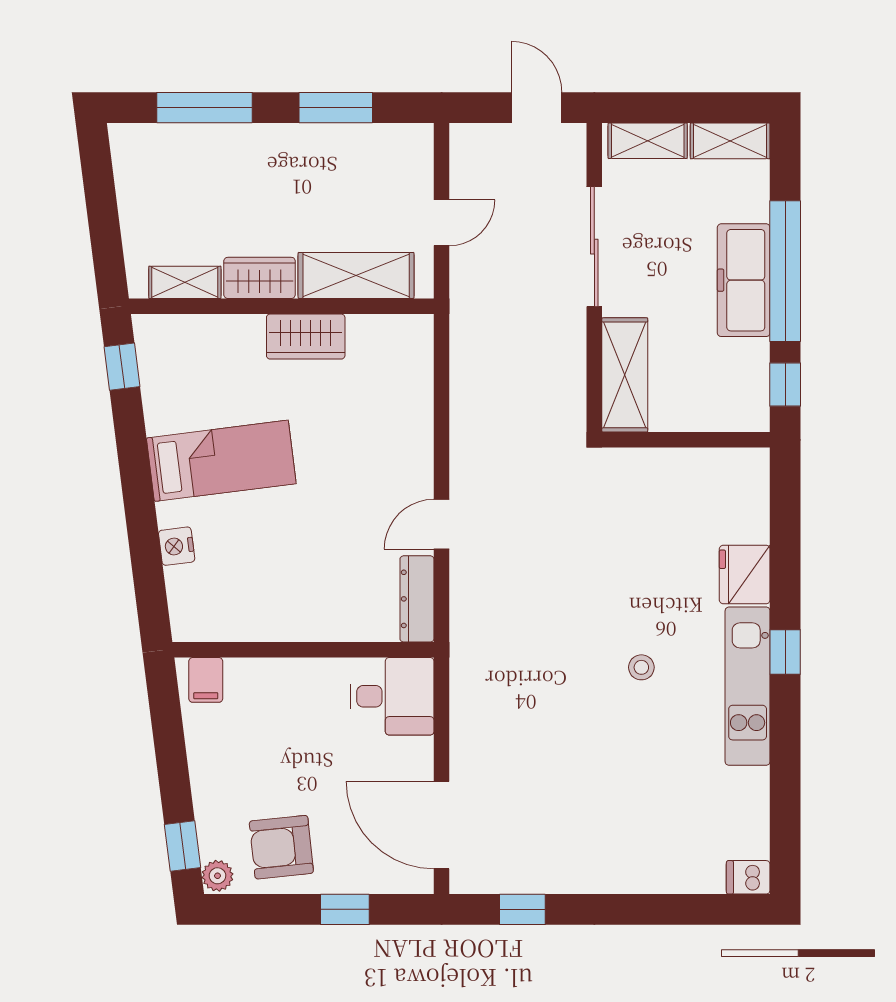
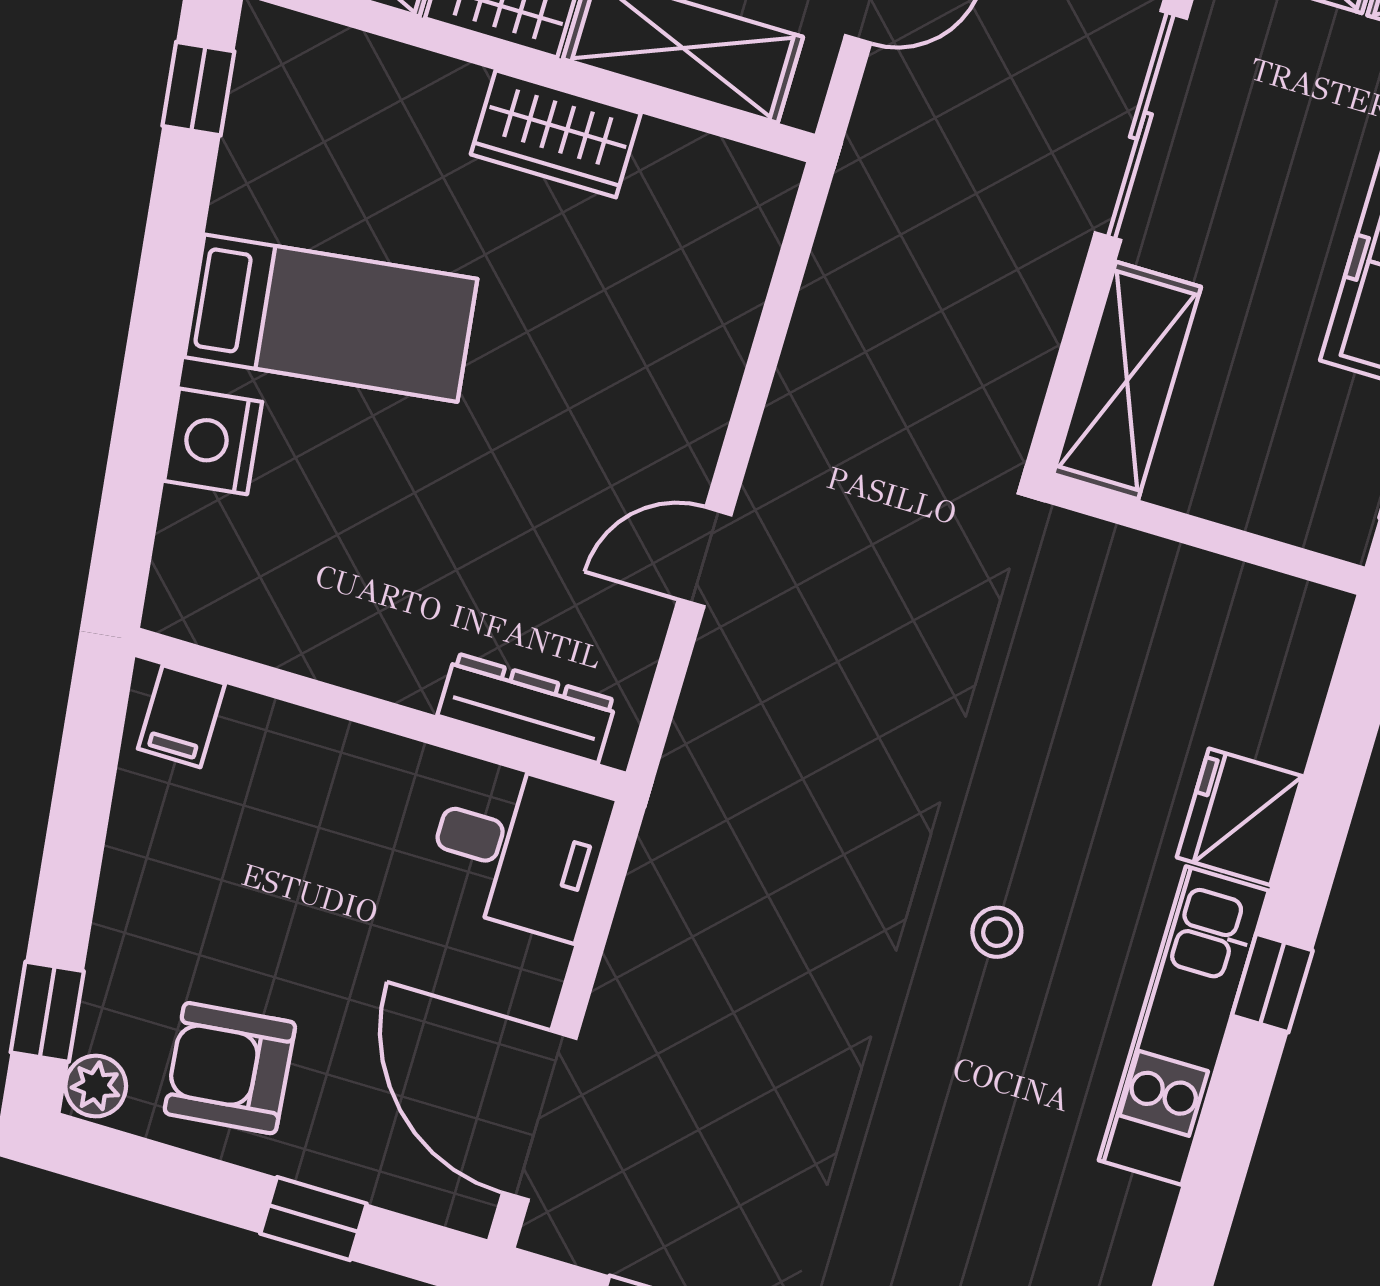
nightstand: (177, 546) -> (213, 441), width x1.36, depth x1.33
dresser: (417, 599) -> (527, 708), moved, turned 90

